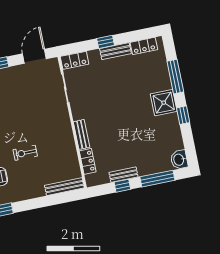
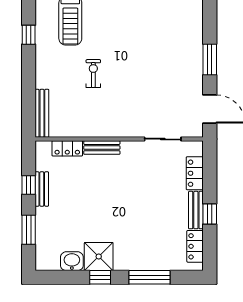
window: (106, 42) -> (210, 214), moved
locker: (75, 60) -> (195, 173), moved
shower: (164, 103) -> (99, 257), moved
washbasin: (179, 160) -> (72, 261), moved
window: (157, 179) -> (29, 230), width x0.69

